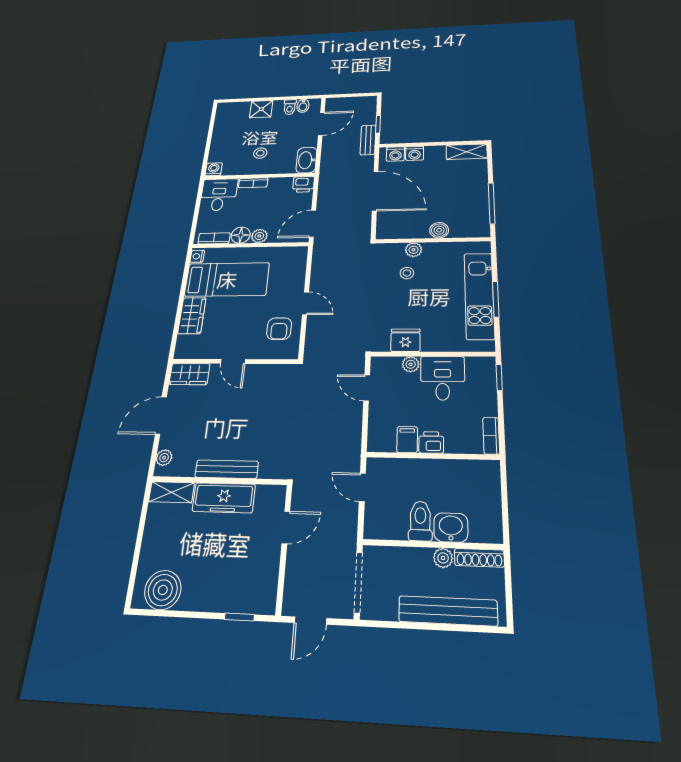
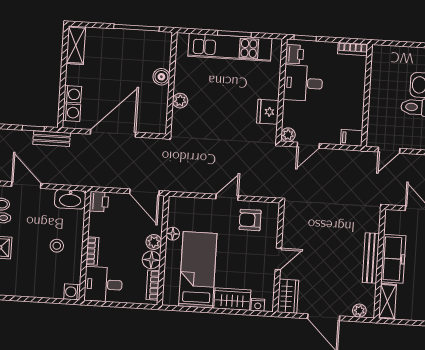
floor lamp: (267, 253) -> (173, 234), added
nightstand: (197, 256) -> (258, 305), moved
stool: (407, 273) -> (203, 108), removed
armchair: (279, 329) -> (250, 220), turned 180
plant: (411, 364) -> (288, 135), moved
filing cabinet: (407, 440) -> (352, 138), moved
printer: (431, 442) -> (295, 54), moved, turned 180

